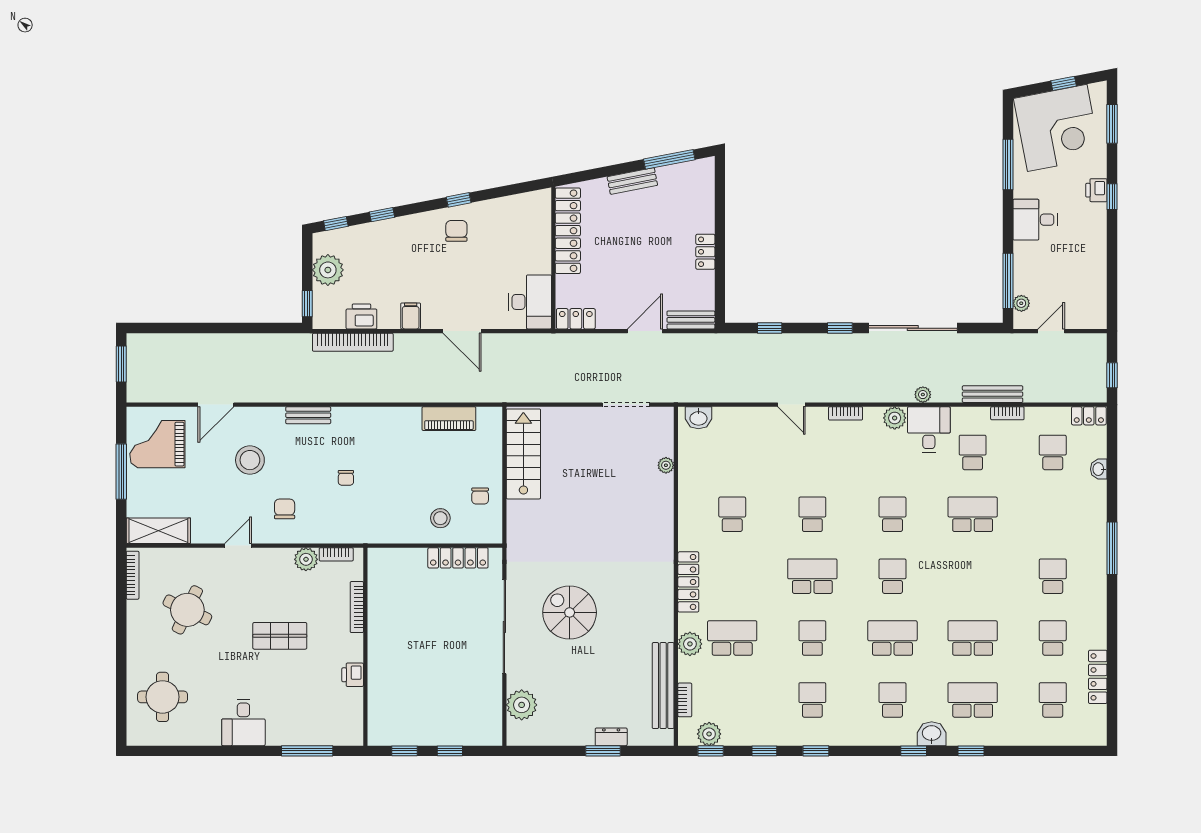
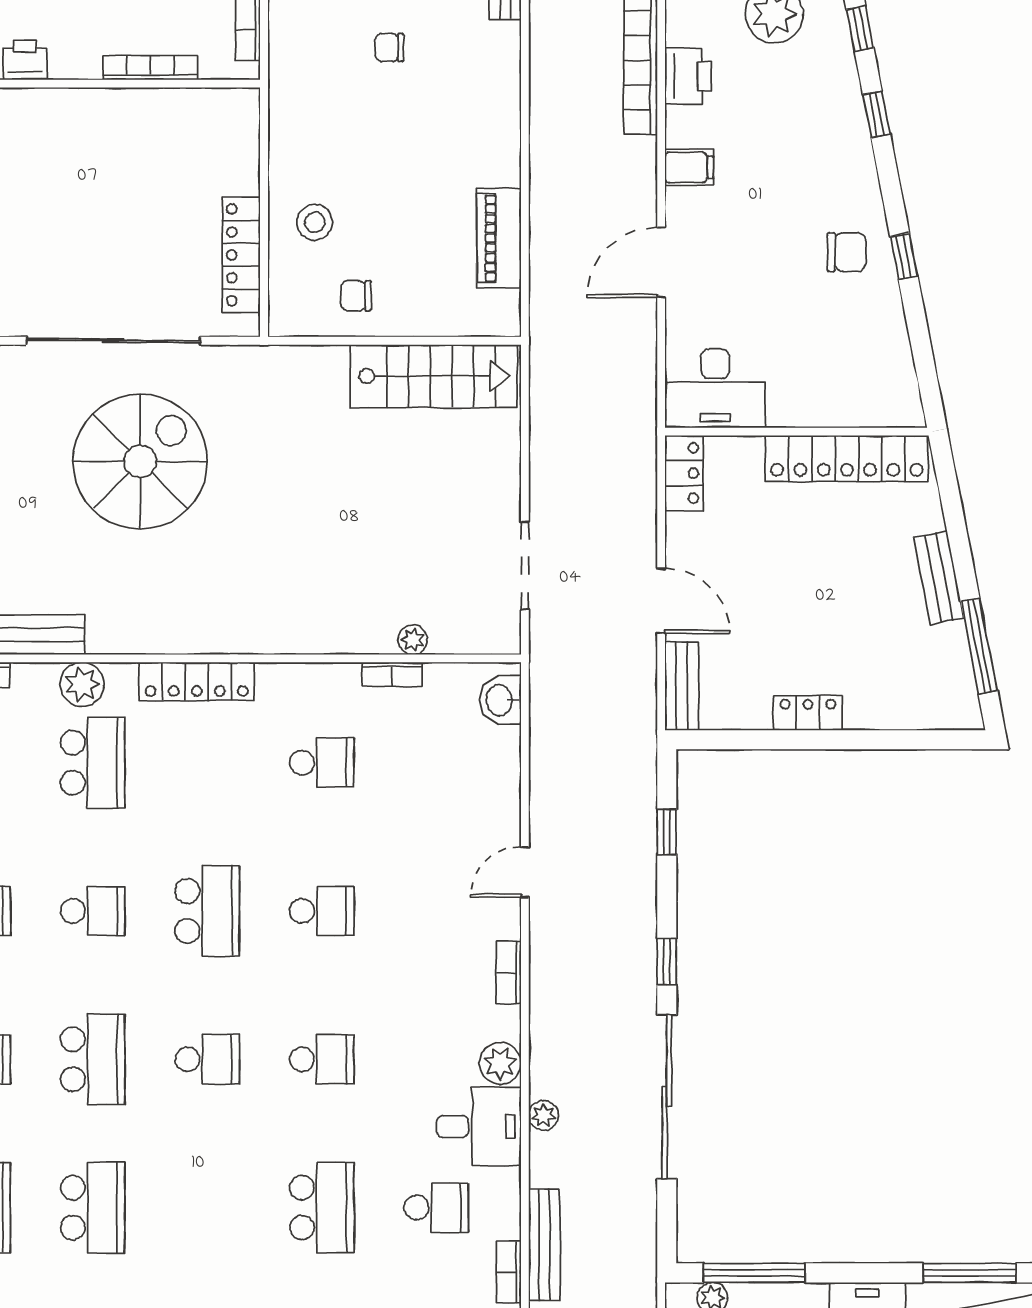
bookcase: (685, 476) -> (392, 674), added
spiral stairs: (570, 612) -> (140, 461), width x1.37, depth x1.37

